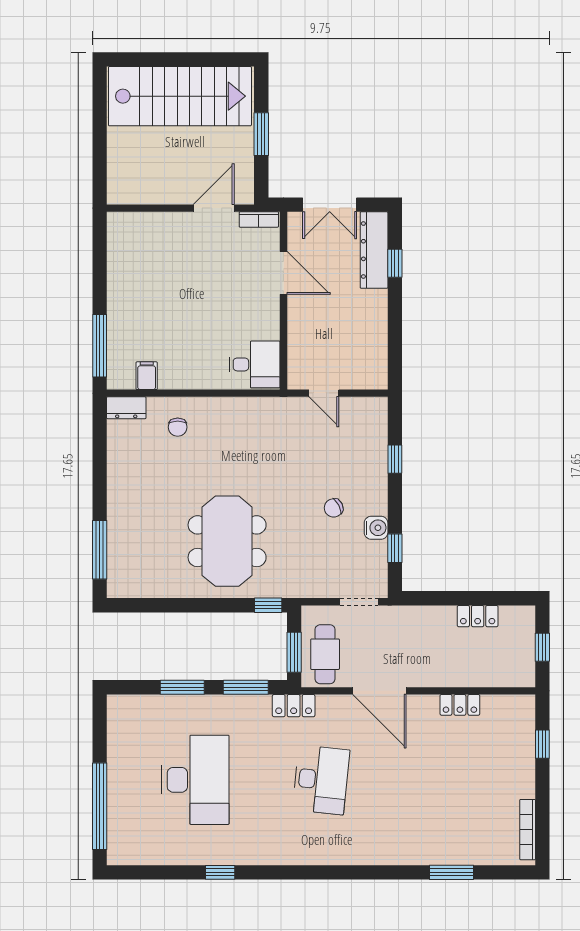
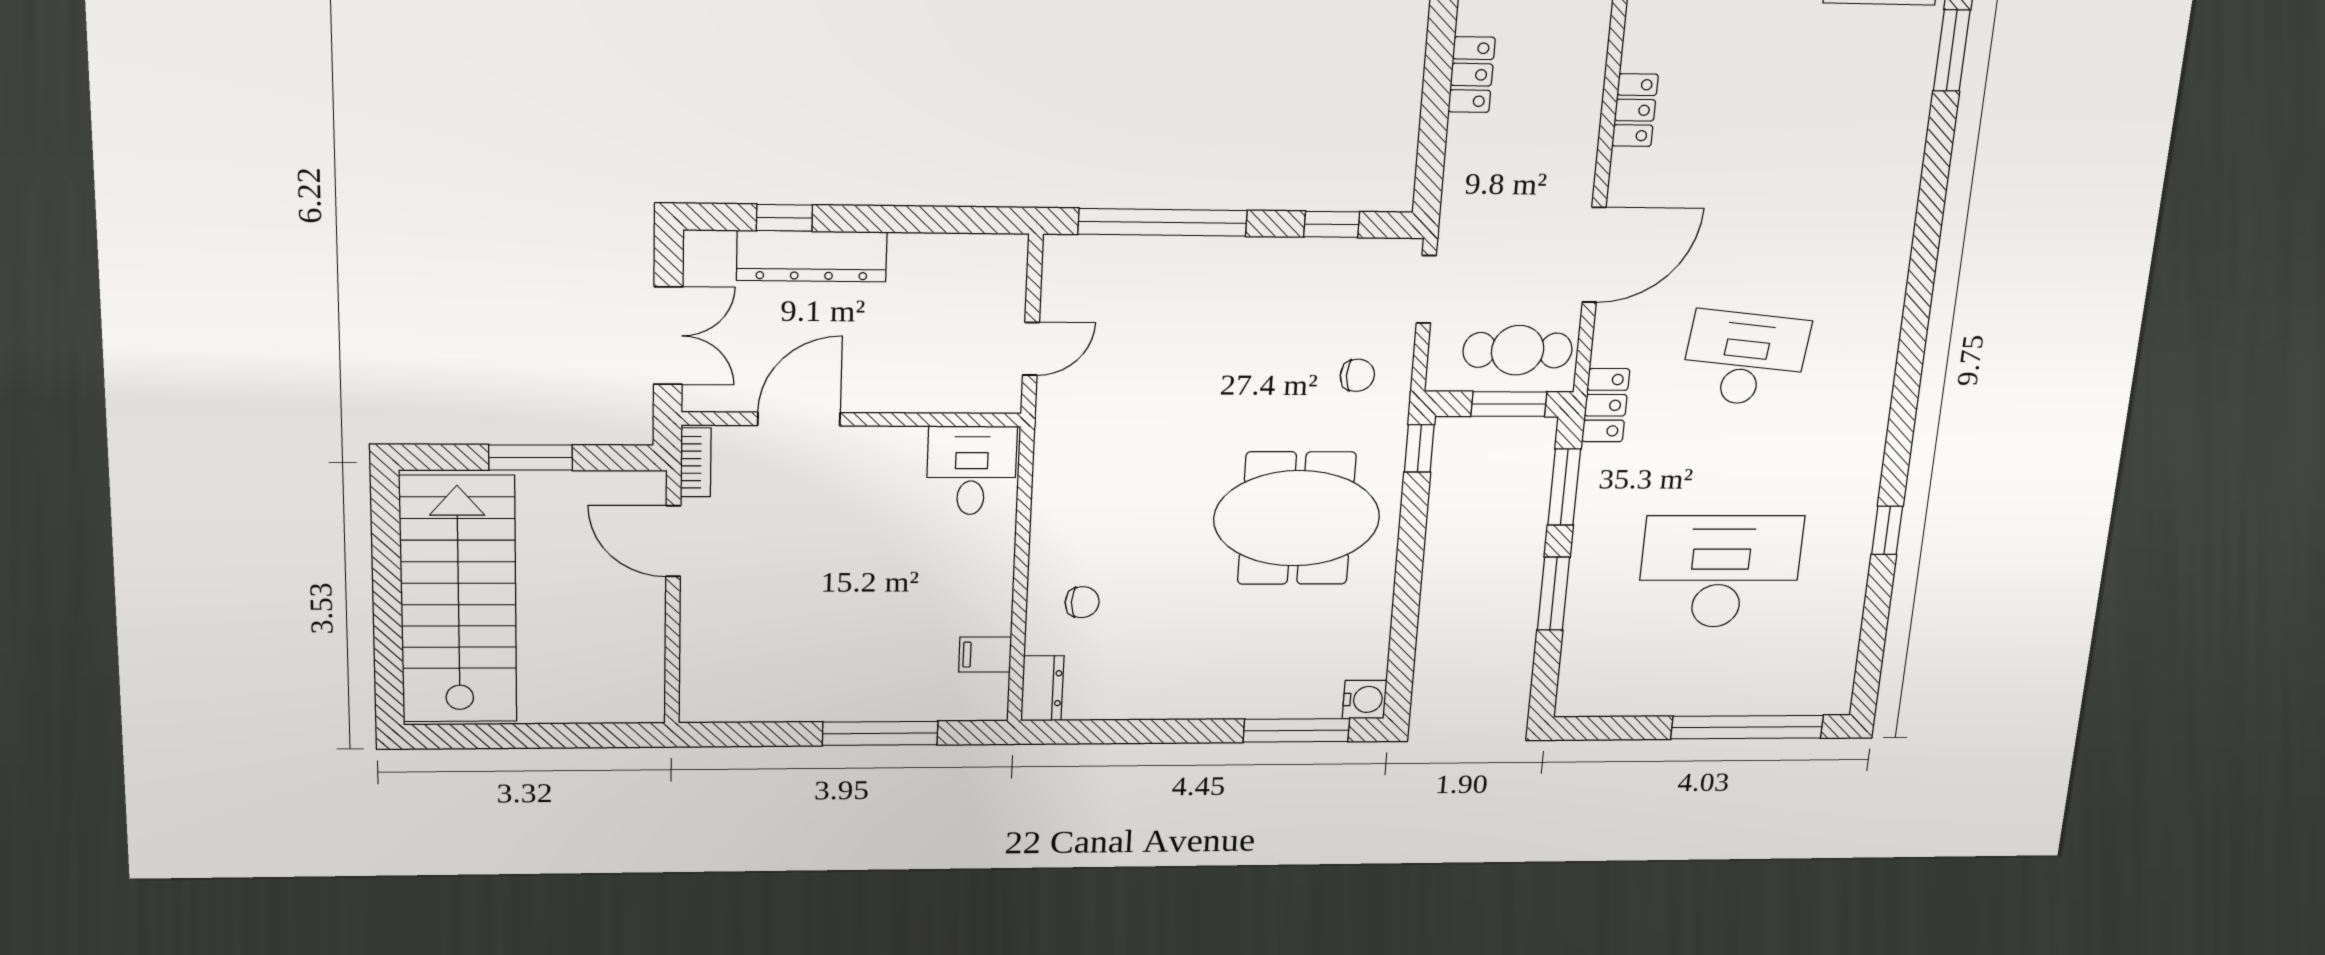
dresser: (374, 250) -> (812, 256), moved
window: (100, 346) -> (880, 733), moved
window: (395, 459) -> (1163, 222), width x3.17
chair: (334, 508) -> (1357, 375), moved, turned -63
water cooler: (376, 528) -> (1365, 699), moved, turned 90
window: (451, 872) -> (1952, 50), moved

